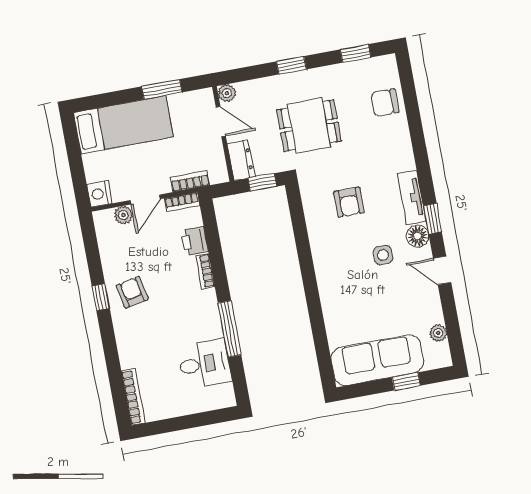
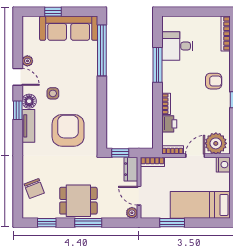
window: (291, 65) -> (88, 223), width x1.50
chair: (385, 103) -> (34, 189), turned 69
dining table: (309, 126) -> (78, 201), moved
bookcase: (190, 181) -> (152, 162), moved
armchair: (349, 202) -> (68, 130), width x1.88, depth x1.88
plant: (123, 215) -> (216, 143), width x1.87, depth x1.87
armchair: (132, 292) -> (214, 81), moved, turned -79
plant: (438, 333) -> (27, 61), moved
window: (320, 336) -> (102, 50), added

